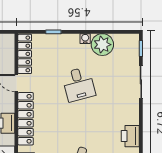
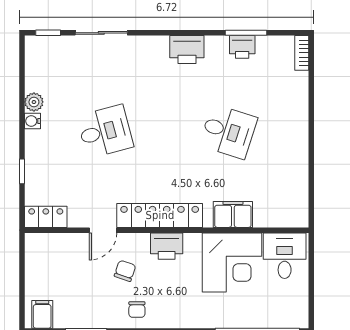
plant: (102, 45) -> (34, 102), width x0.53, depth x0.53
locker: (25, 54) -> (46, 217), width x0.66

